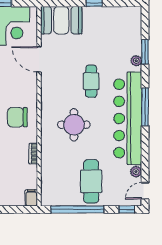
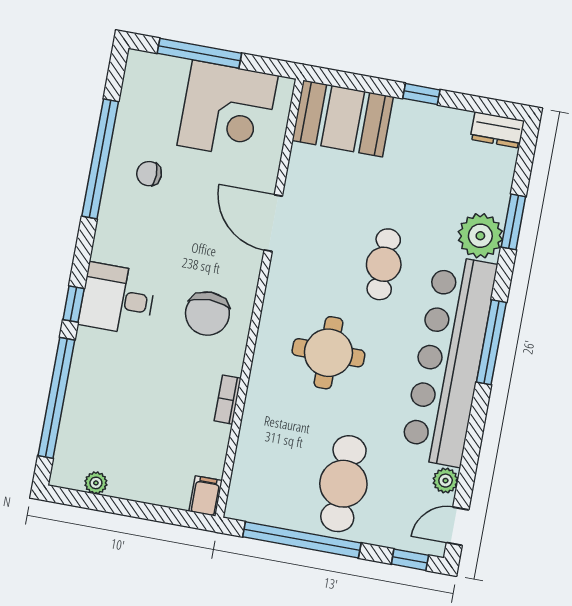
dresser: (130, 13) -> (497, 130), added
door: (39, 59) -> (273, 223), moved
plant: (136, 61) -> (480, 236), width x1.88, depth x1.88
chair: (17, 117) -> (207, 314), turned -90

